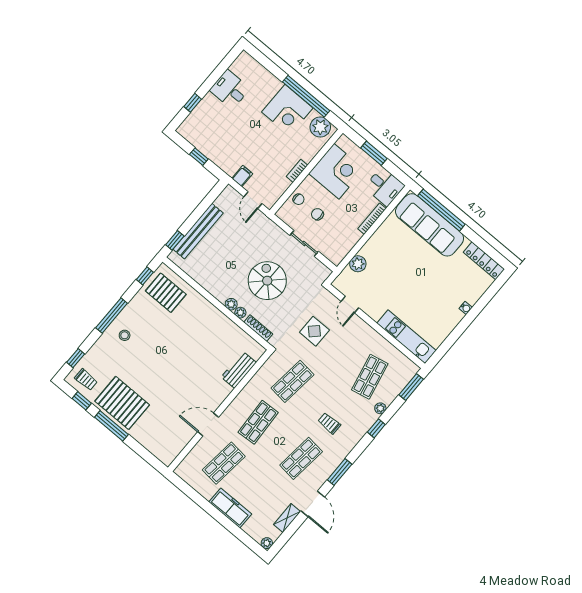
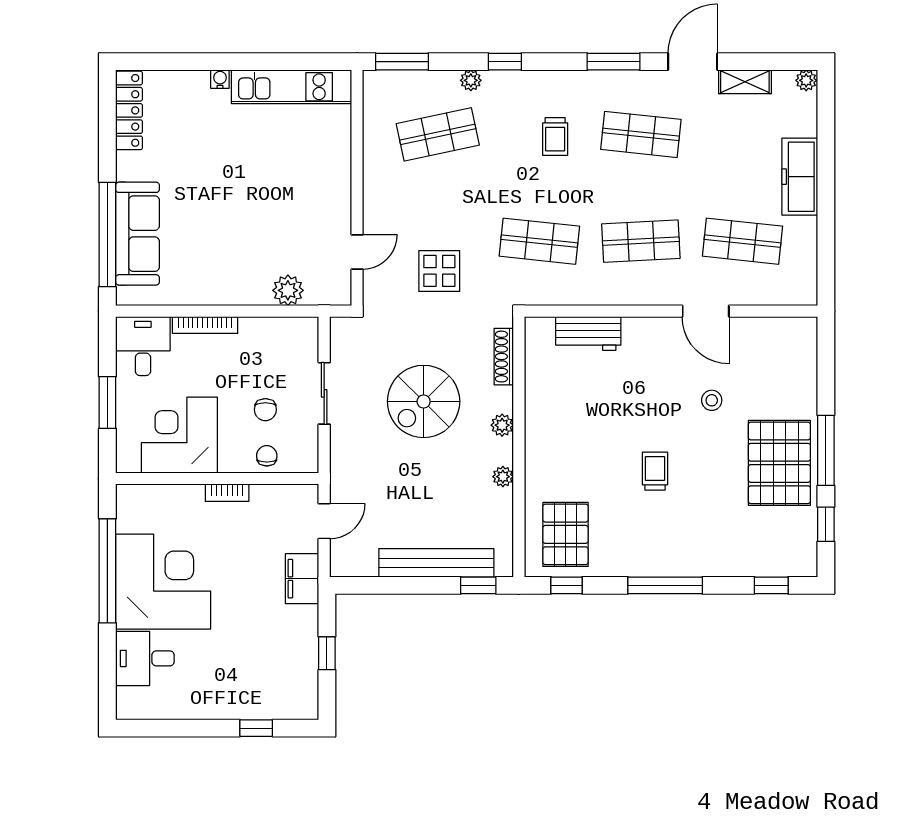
desk: (230, 89) -> (145, 658), moved, turned 90
corner desk: (287, 110) -> (163, 582), width x1.36, depth x1.36
plant: (320, 127) -> (135, 513), removed
filing cabinet: (242, 176) -> (302, 579), width x2.00
sofa: (430, 225) -> (137, 234), width x0.74, depth x0.79
plant: (240, 313) -> (503, 477), moved
stool: (125, 335) -> (712, 400), moved
kitchen unit: (407, 337) -> (291, 87), moved, turned -90
trolley: (86, 380) -> (655, 471), moved

